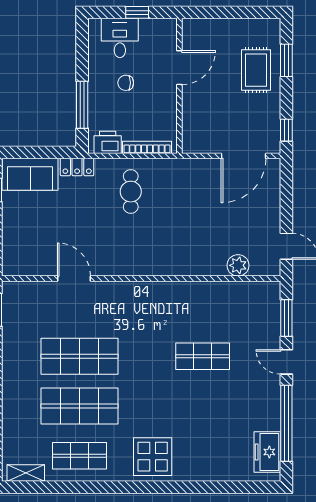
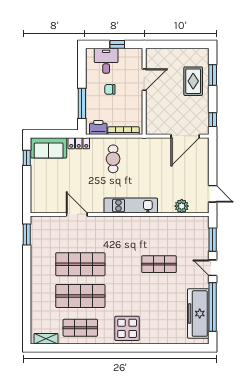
kitchen unit: (158, 264) -> (131, 206), added
freezer: (267, 452) -> (198, 314), width x1.91, depth x1.26

